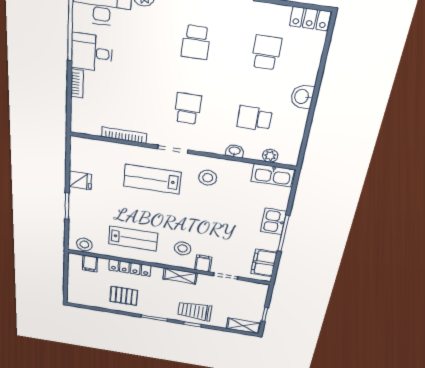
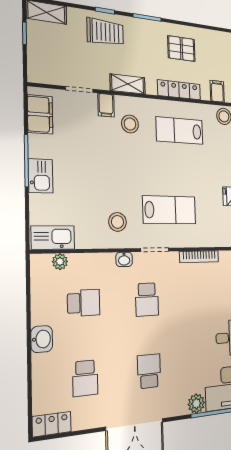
washbasin: (235, 151) -> (124, 259), moved

